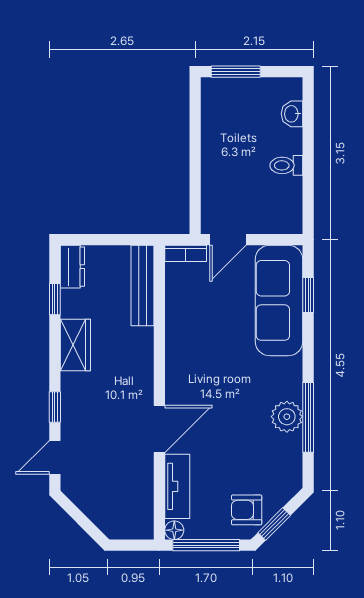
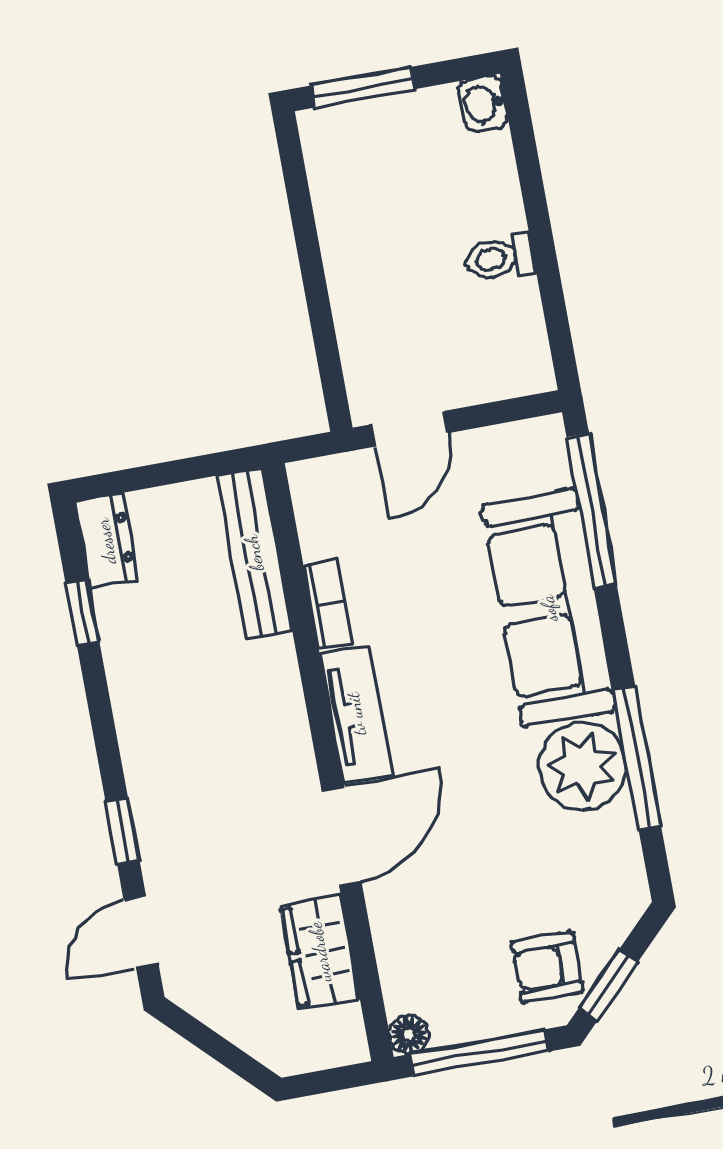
washbasin: (292, 114) -> (483, 104), moved
bookcase: (186, 253) -> (328, 604), moved, turned -90
window: (308, 295) -> (592, 511), width x2.17
sofa: (279, 300) -> (549, 608), moved
wardrobe: (75, 345) -> (320, 952), moved, turned 180
plant: (287, 417) -> (582, 766), width x1.36, depth x1.36
tv unit: (177, 486) -> (356, 714), moved

